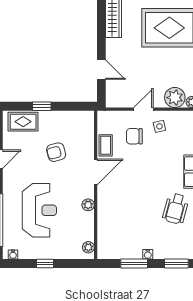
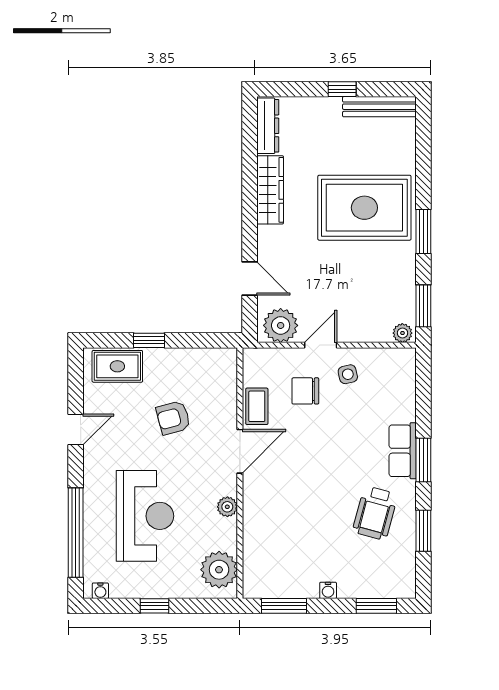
plant: (175, 98) -> (281, 325), moved
plant: (88, 247) -> (219, 570), width x1.88, depth x1.88
window: (134, 264) -> (284, 606), moved

